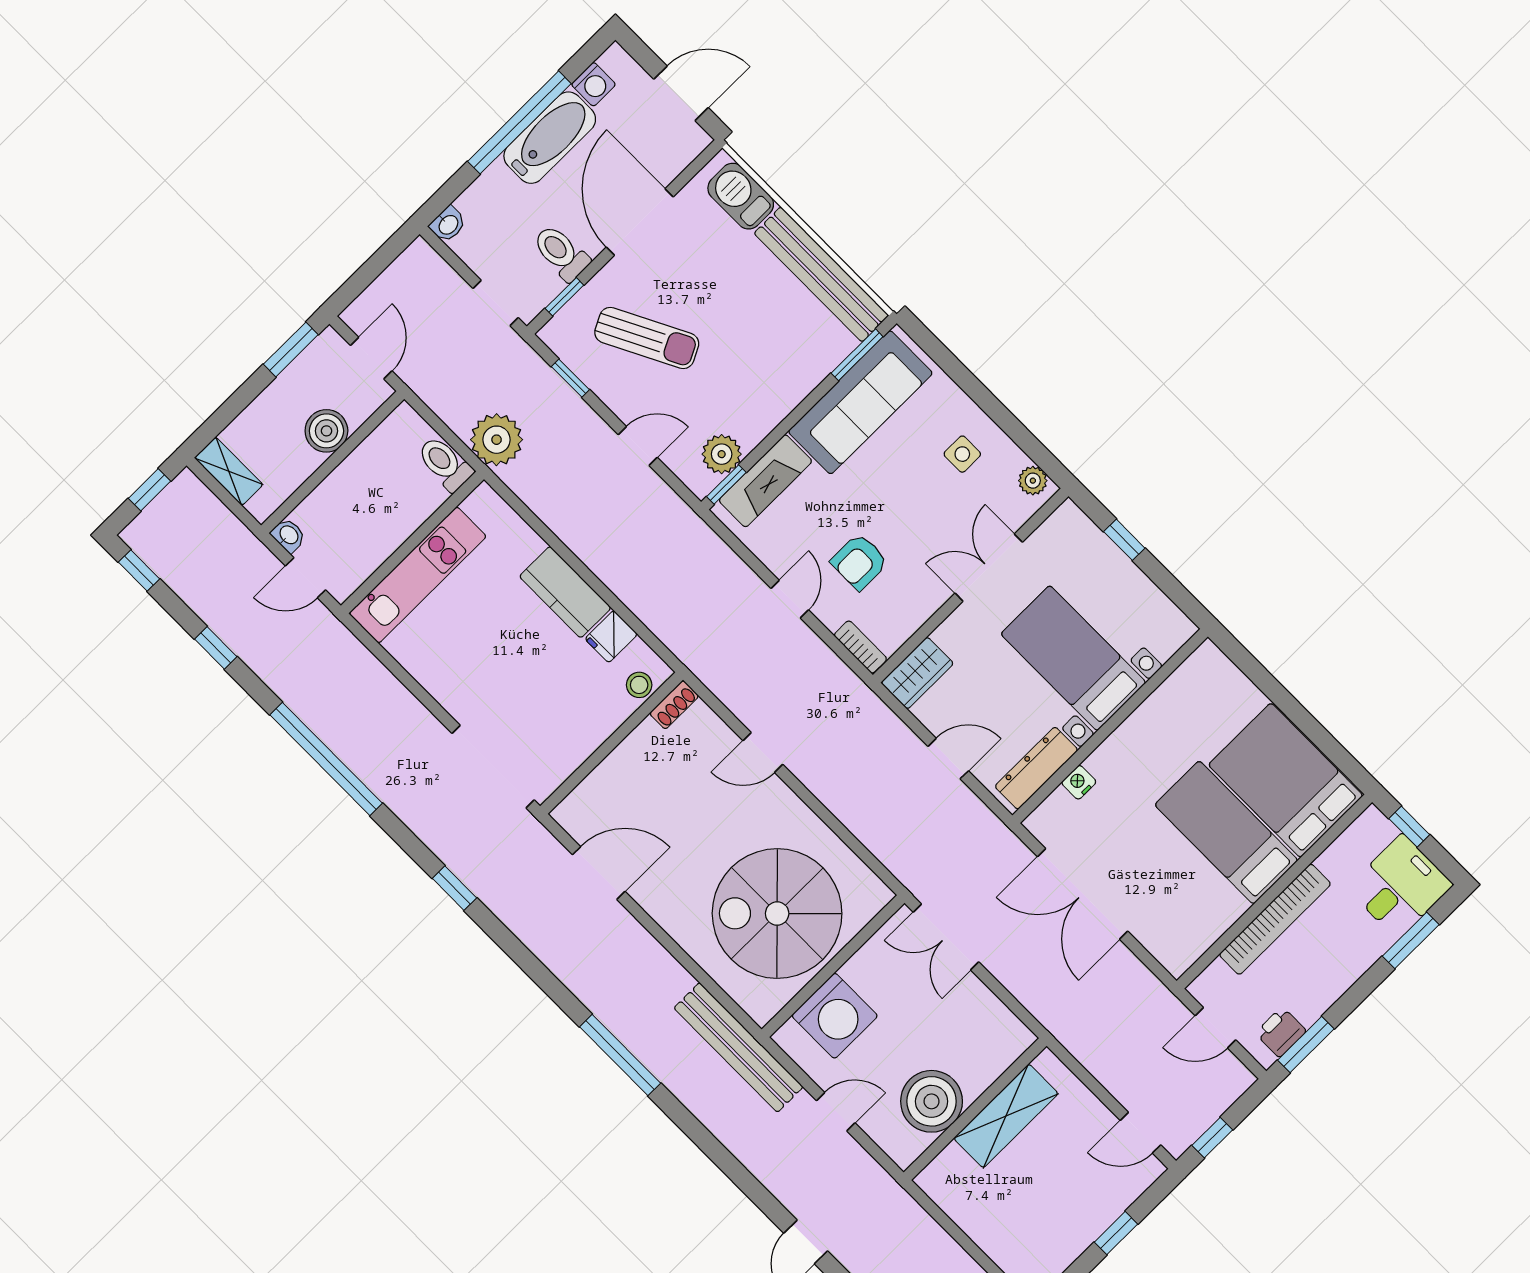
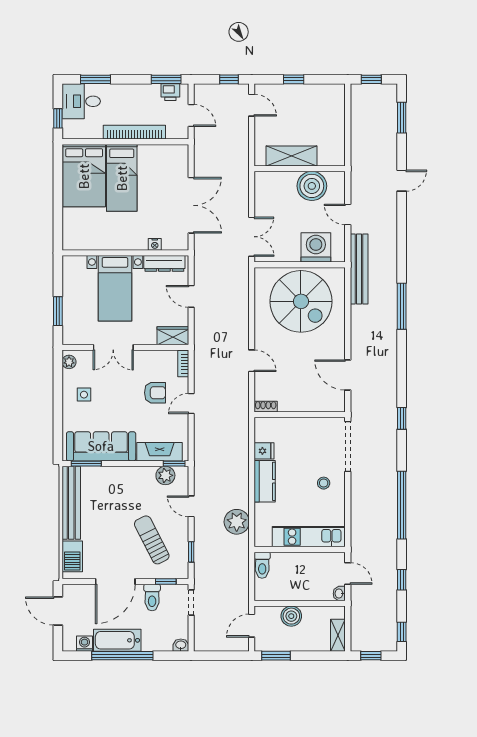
plant: (497, 440) -> (237, 522), moved
window: (1124, 540) -> (58, 311), width x1.50
stool: (639, 685) -> (324, 483), moved

